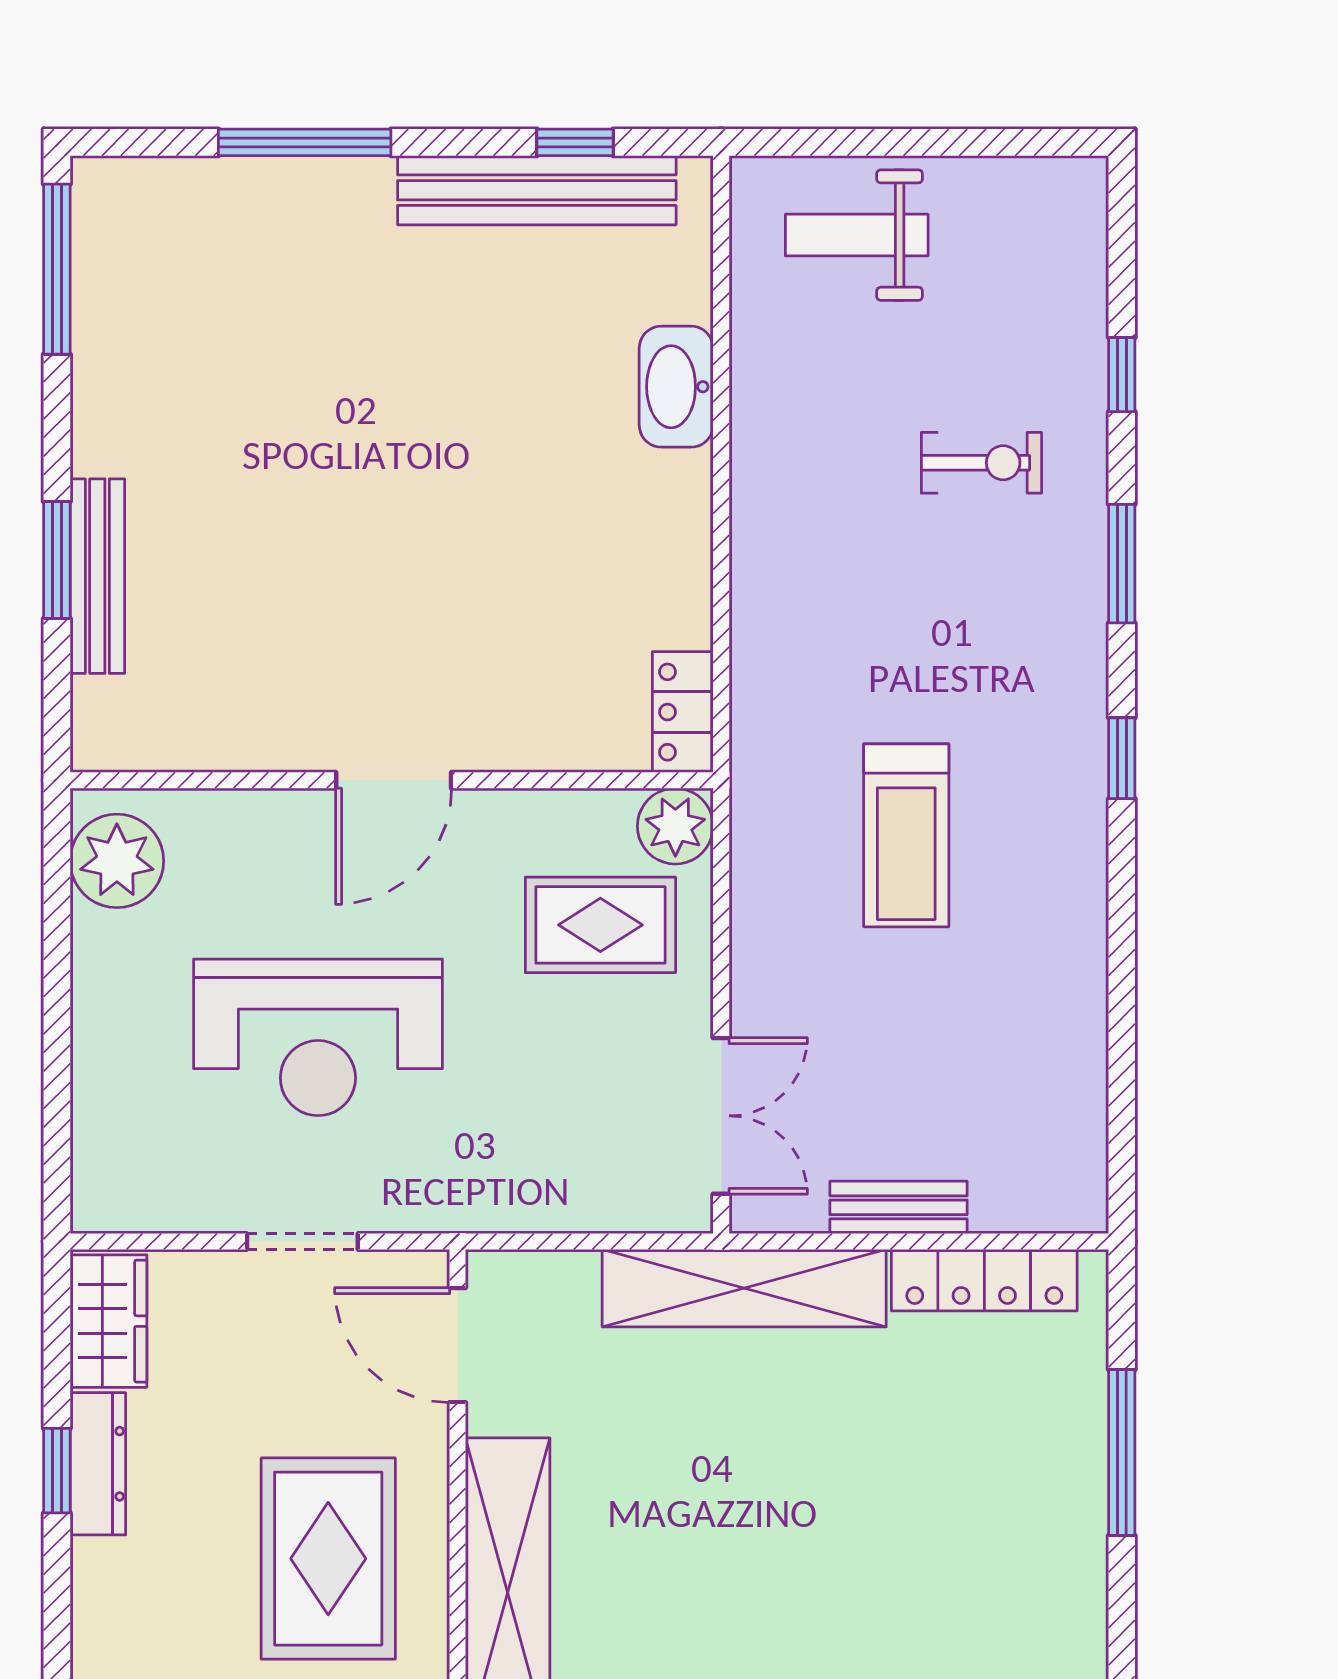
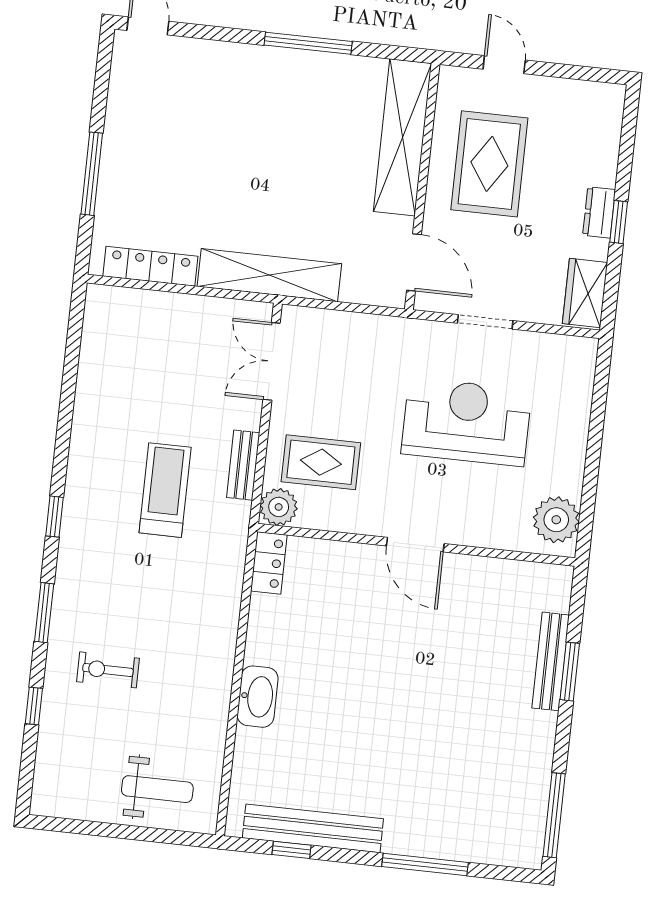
washbasin: (676, 387) -> (258, 697), moved
door: (394, 780) -> (415, 545), swing flipped
bench: (899, 1207) -> (243, 465), moved, turned 90
dresser: (98, 1464) -> (599, 212), width x0.70

